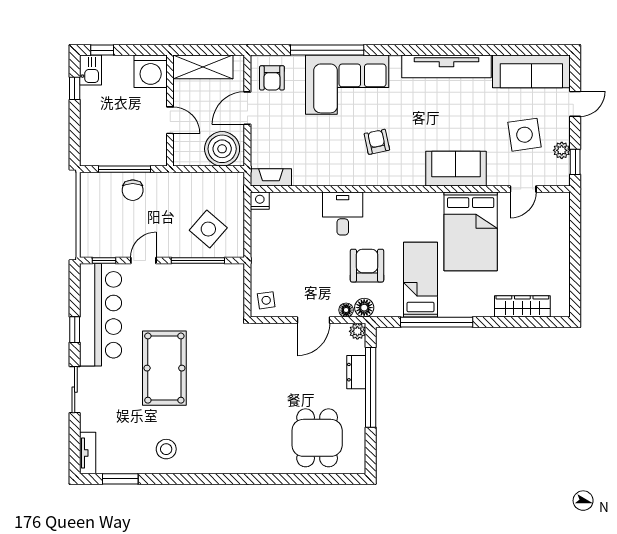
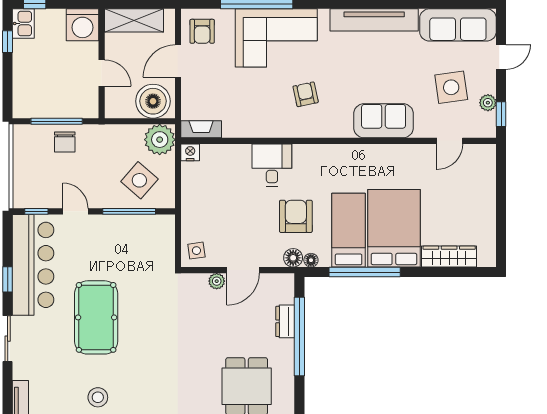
plant: (229, 188) -> (160, 140), added
bed: (471, 231) -> (394, 228), moved, turned 180
door: (143, 261) -> (75, 211), hinge flipped
floor lamp: (346, 310) -> (311, 260), moved
plant: (357, 331) -> (217, 281), moved

